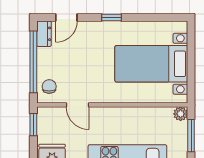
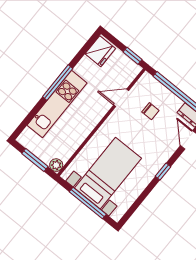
window: (191, 60) -> (88, 203), added
chair: (49, 86) -> (150, 111), moved

